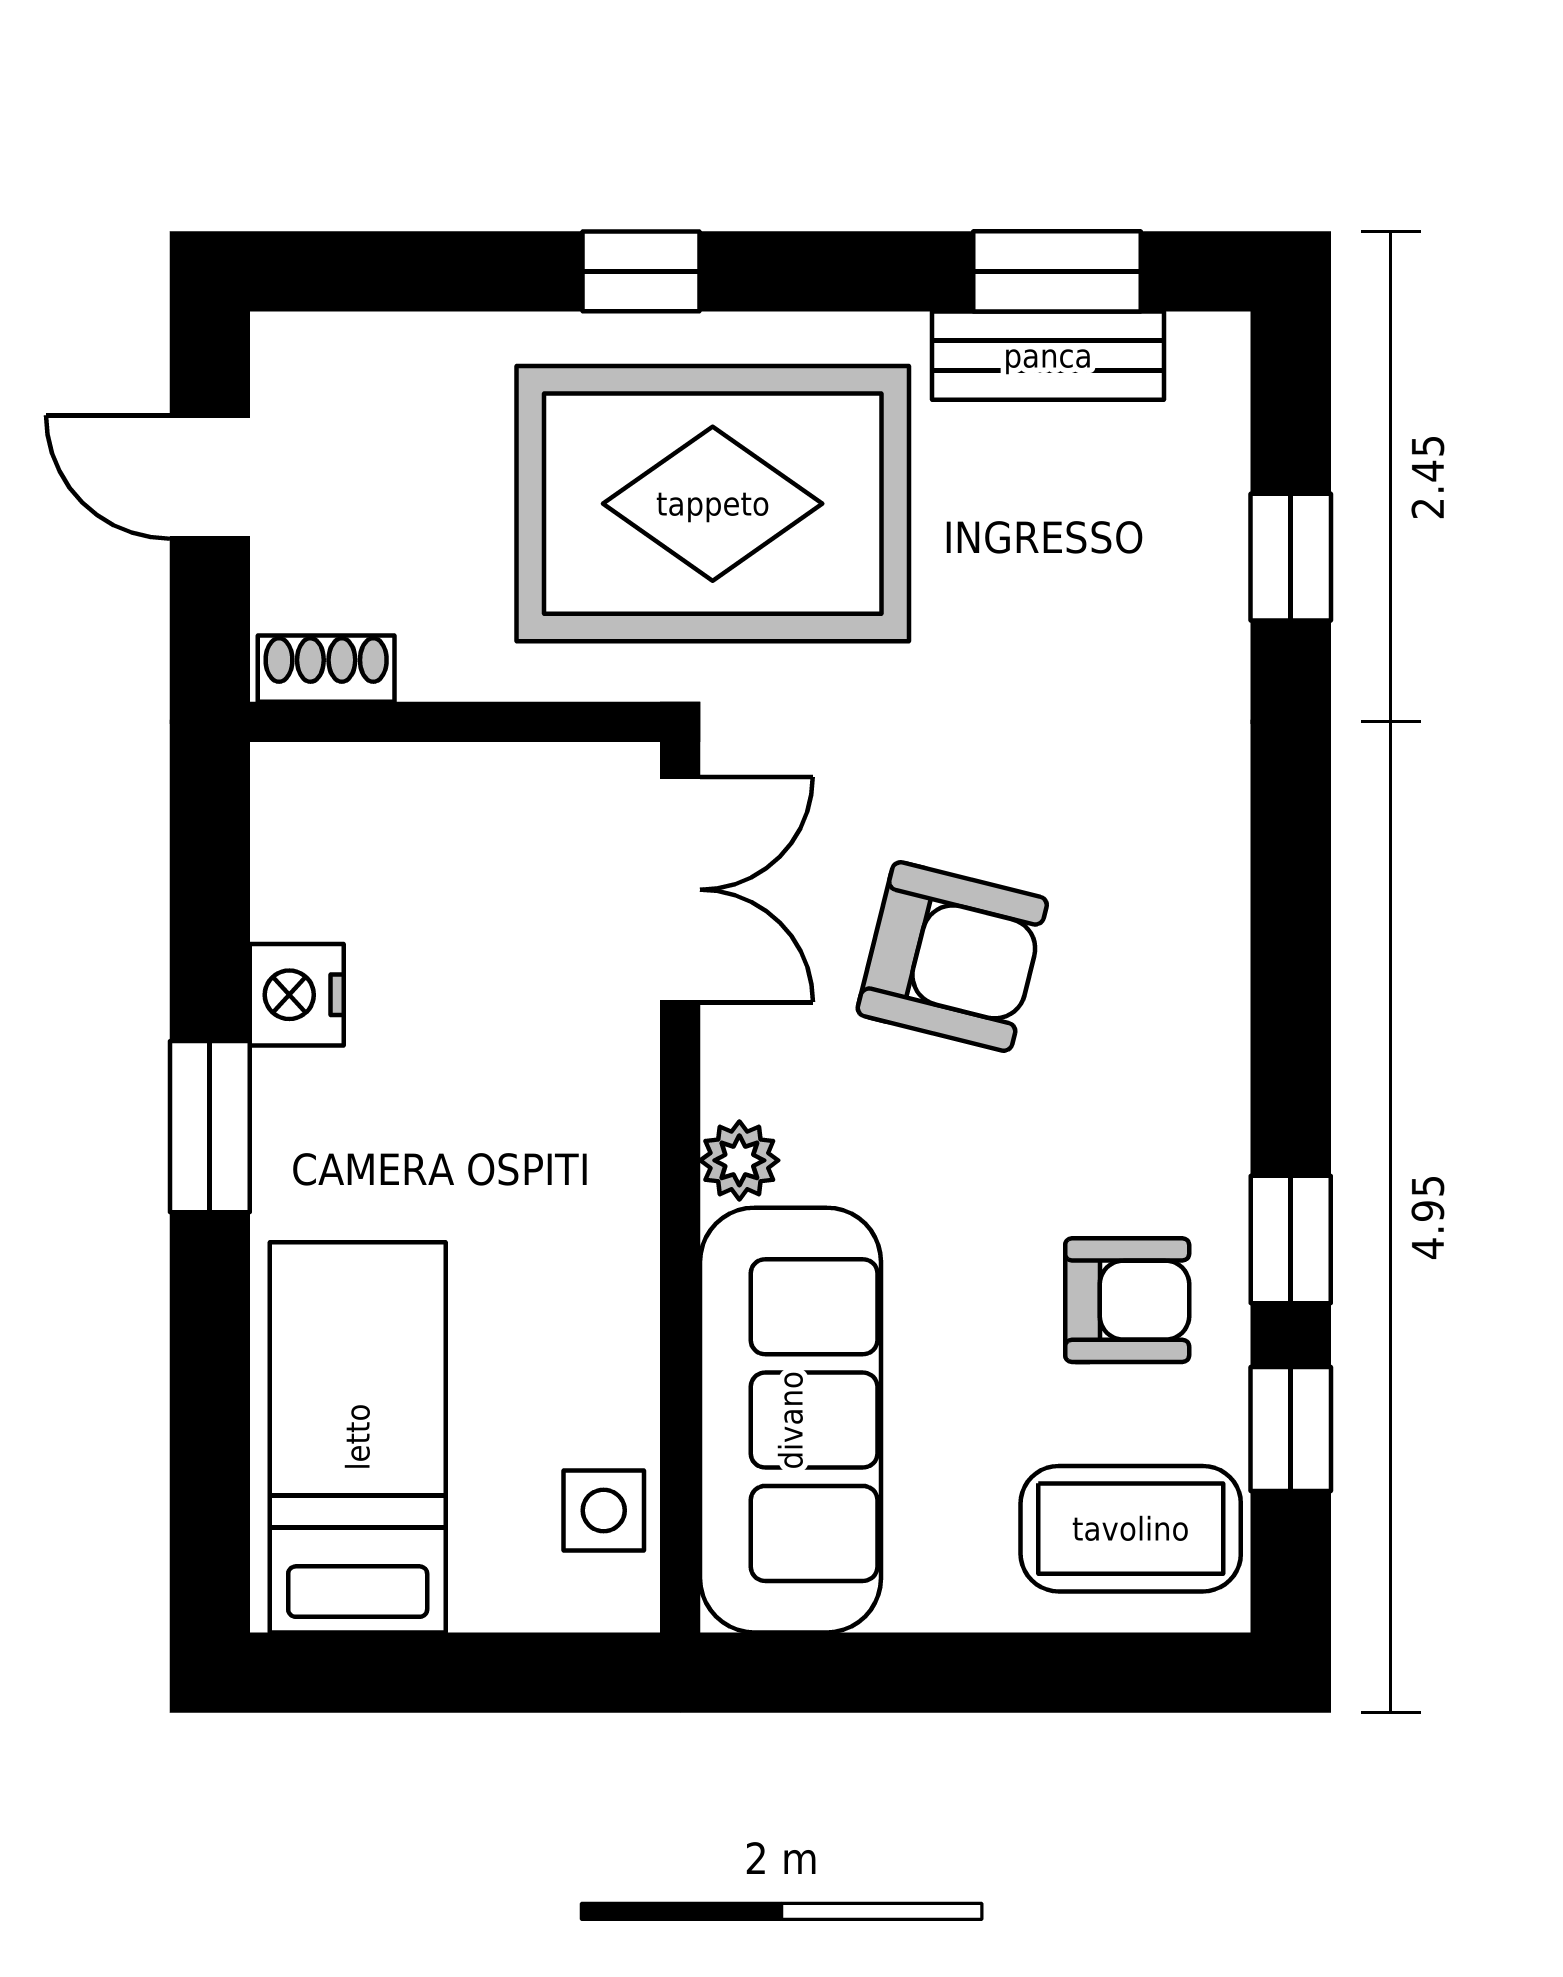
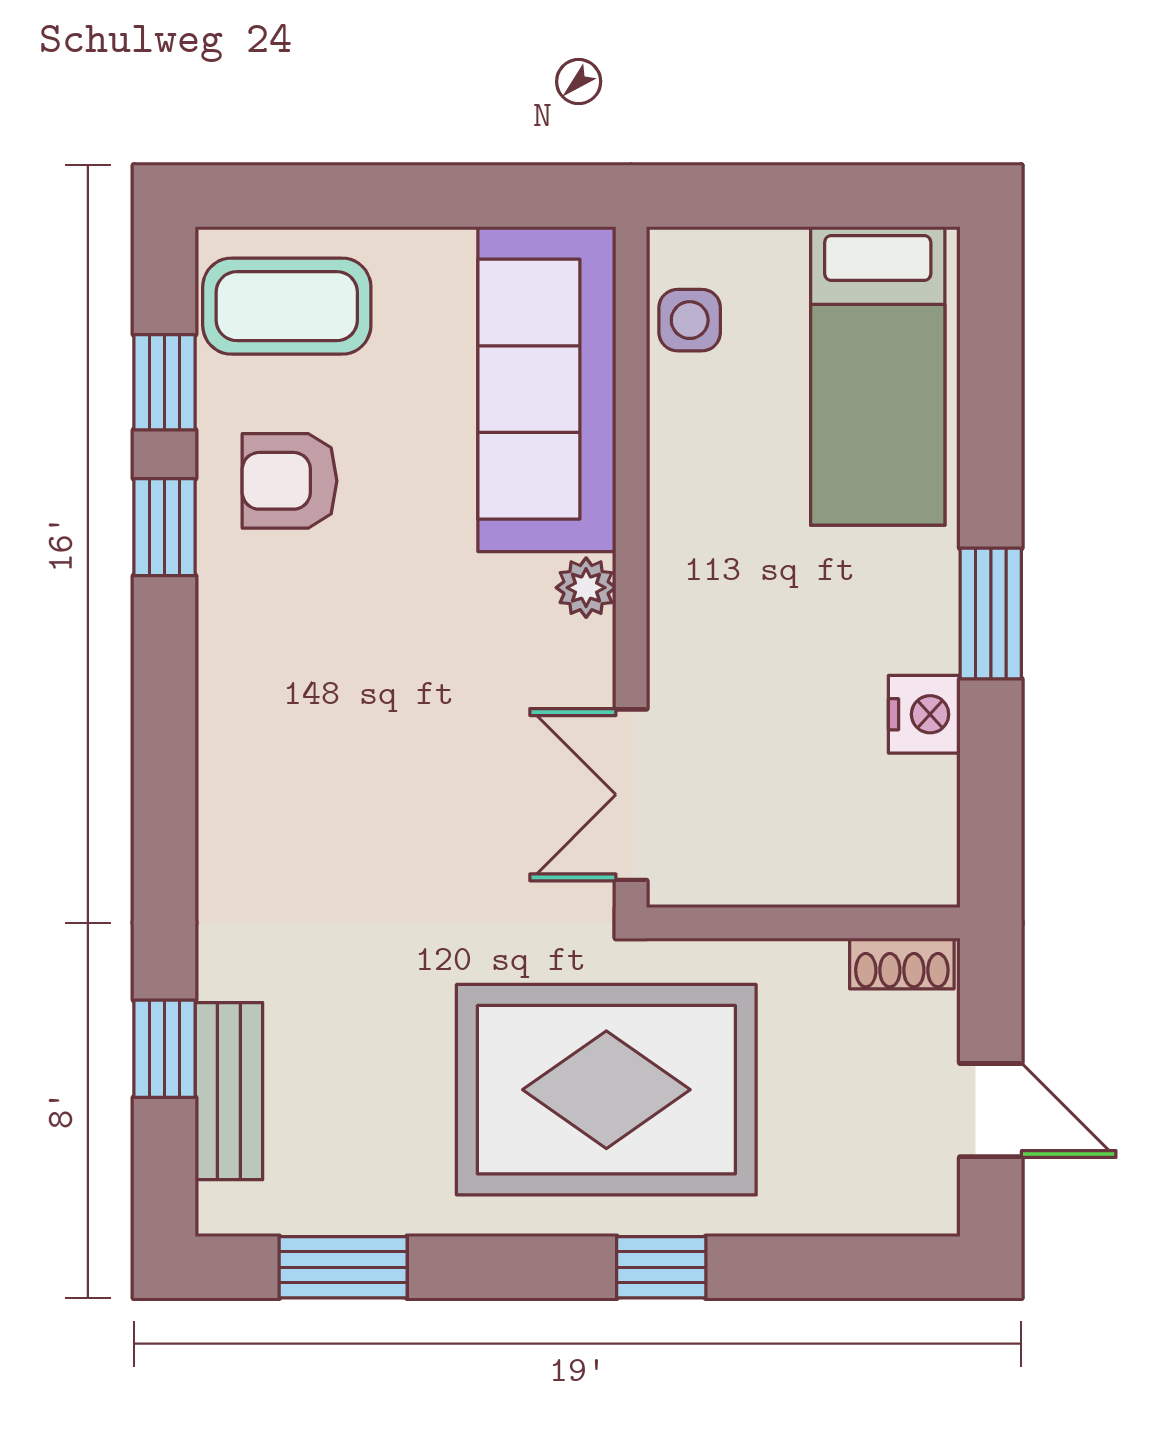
bench: (1048, 356) -> (229, 1091), moved, turned 90
armchair: (952, 956) -> (423, 744), removed

